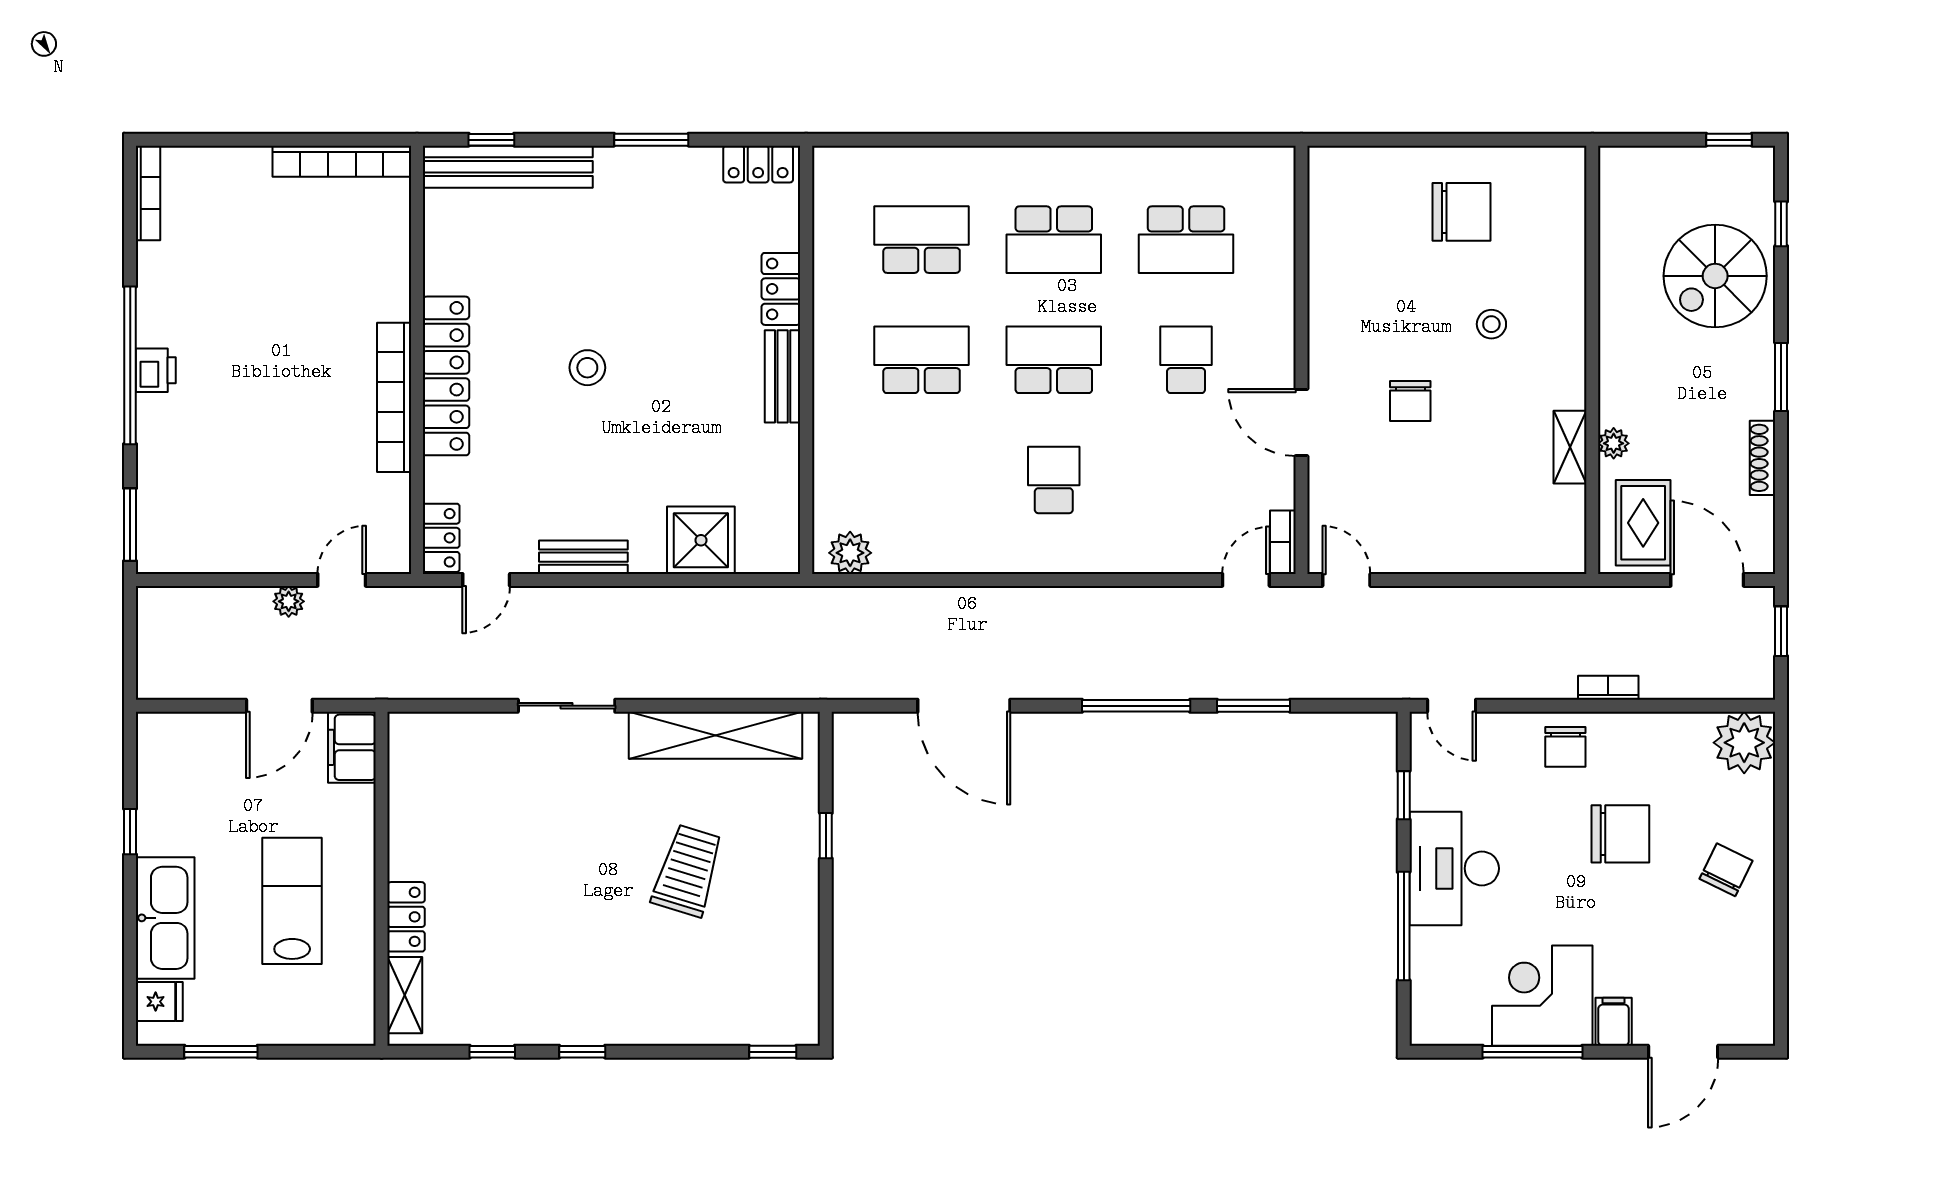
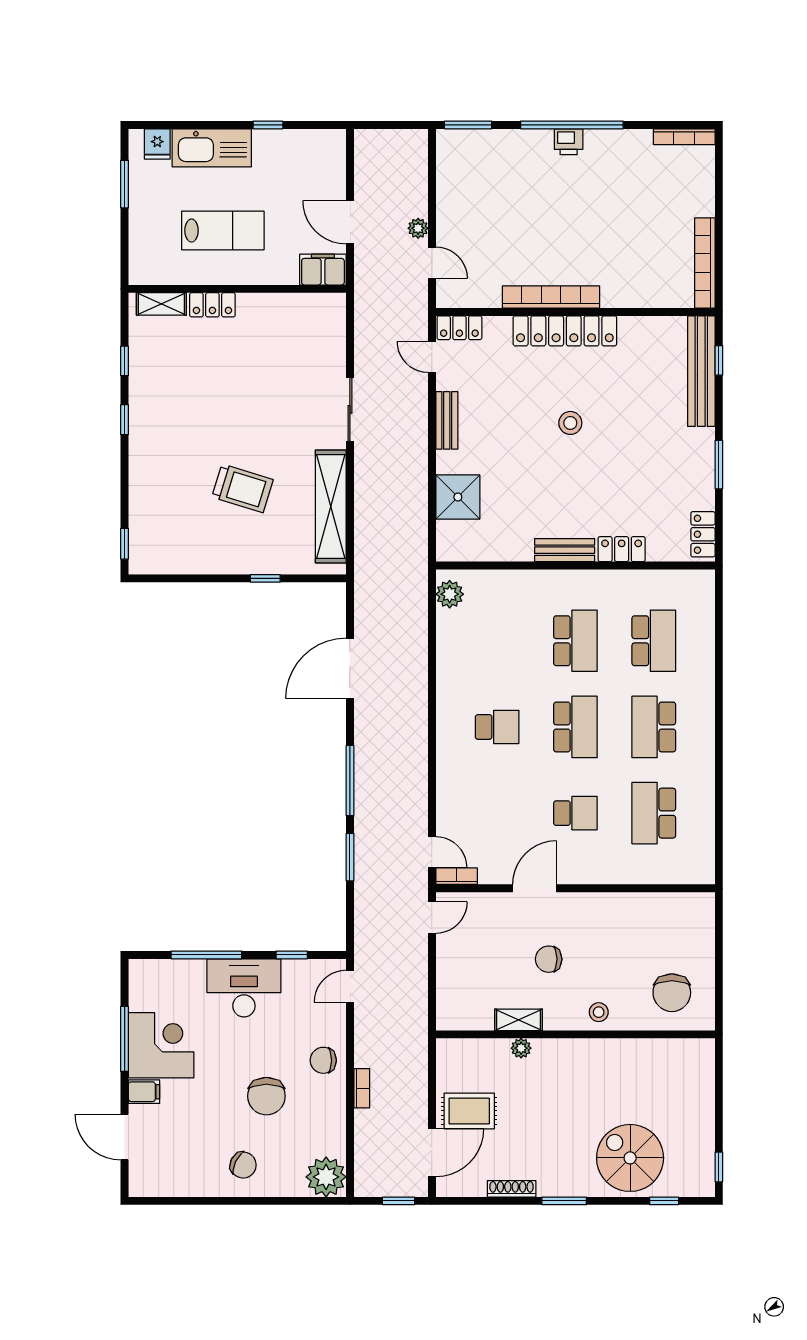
wall: (1592, 360) -> (575, 1034), moved
plant: (1614, 443) -> (521, 1048), moved
shelving: (1570, 447) -> (519, 1020), moved

